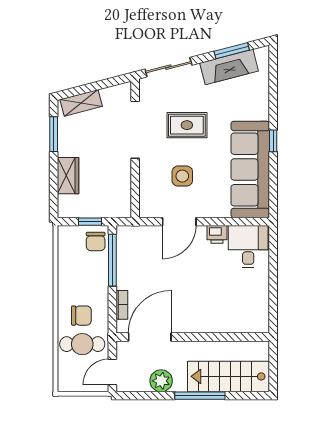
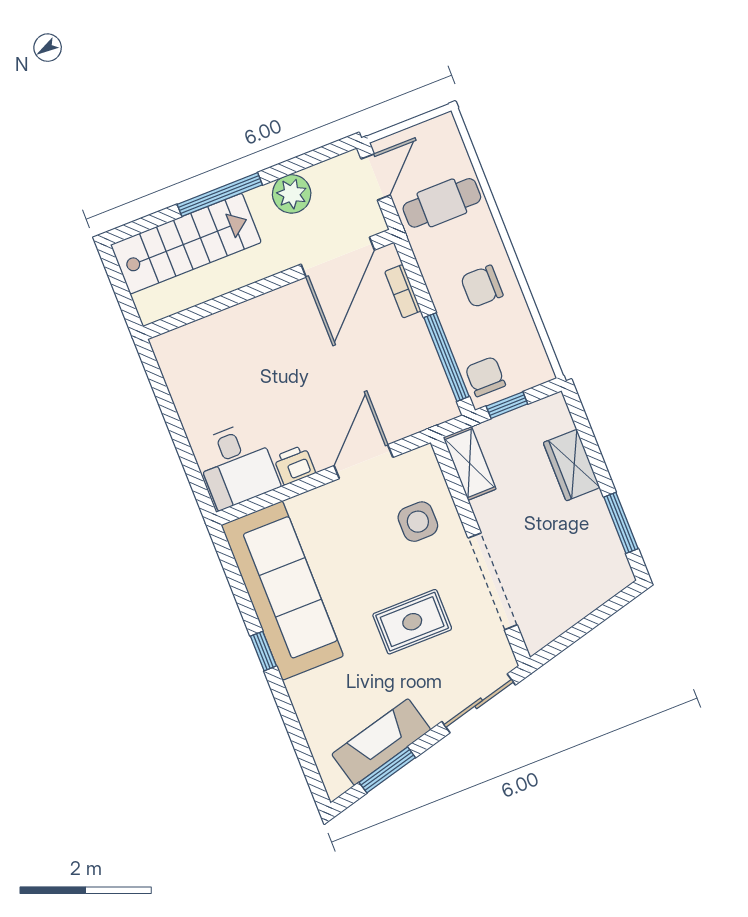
shelving: (81, 103) -> (470, 463), moved, turned -75
side table: (182, 176) -> (418, 522), moved
chair: (81, 316) -> (482, 286), moved

